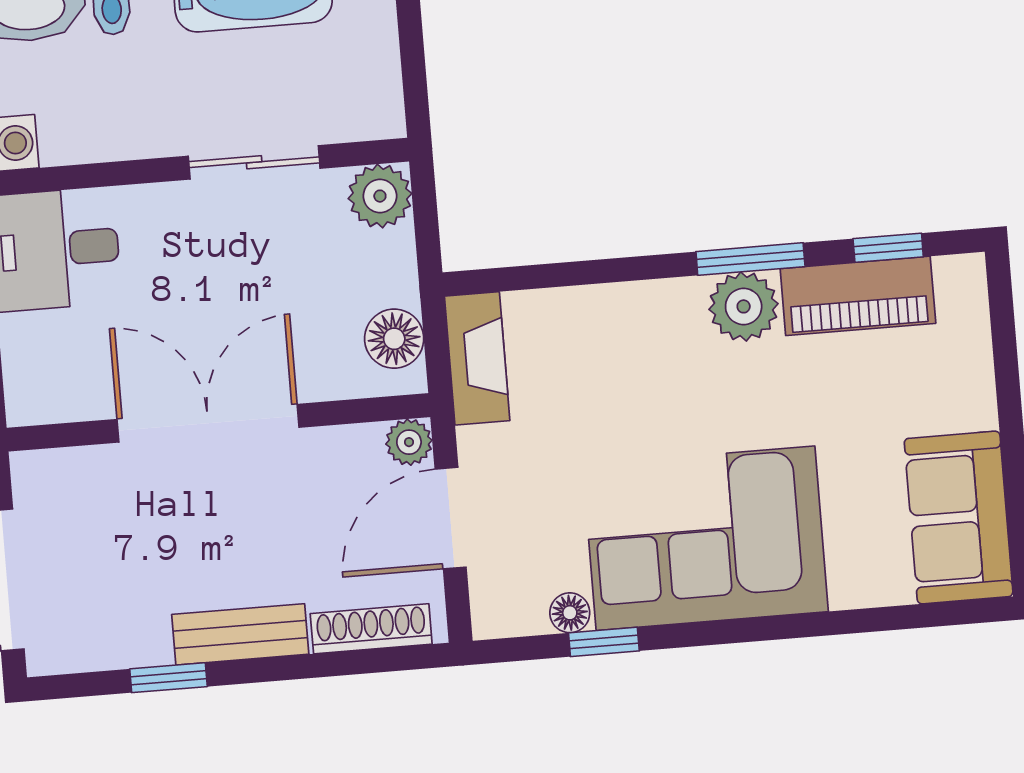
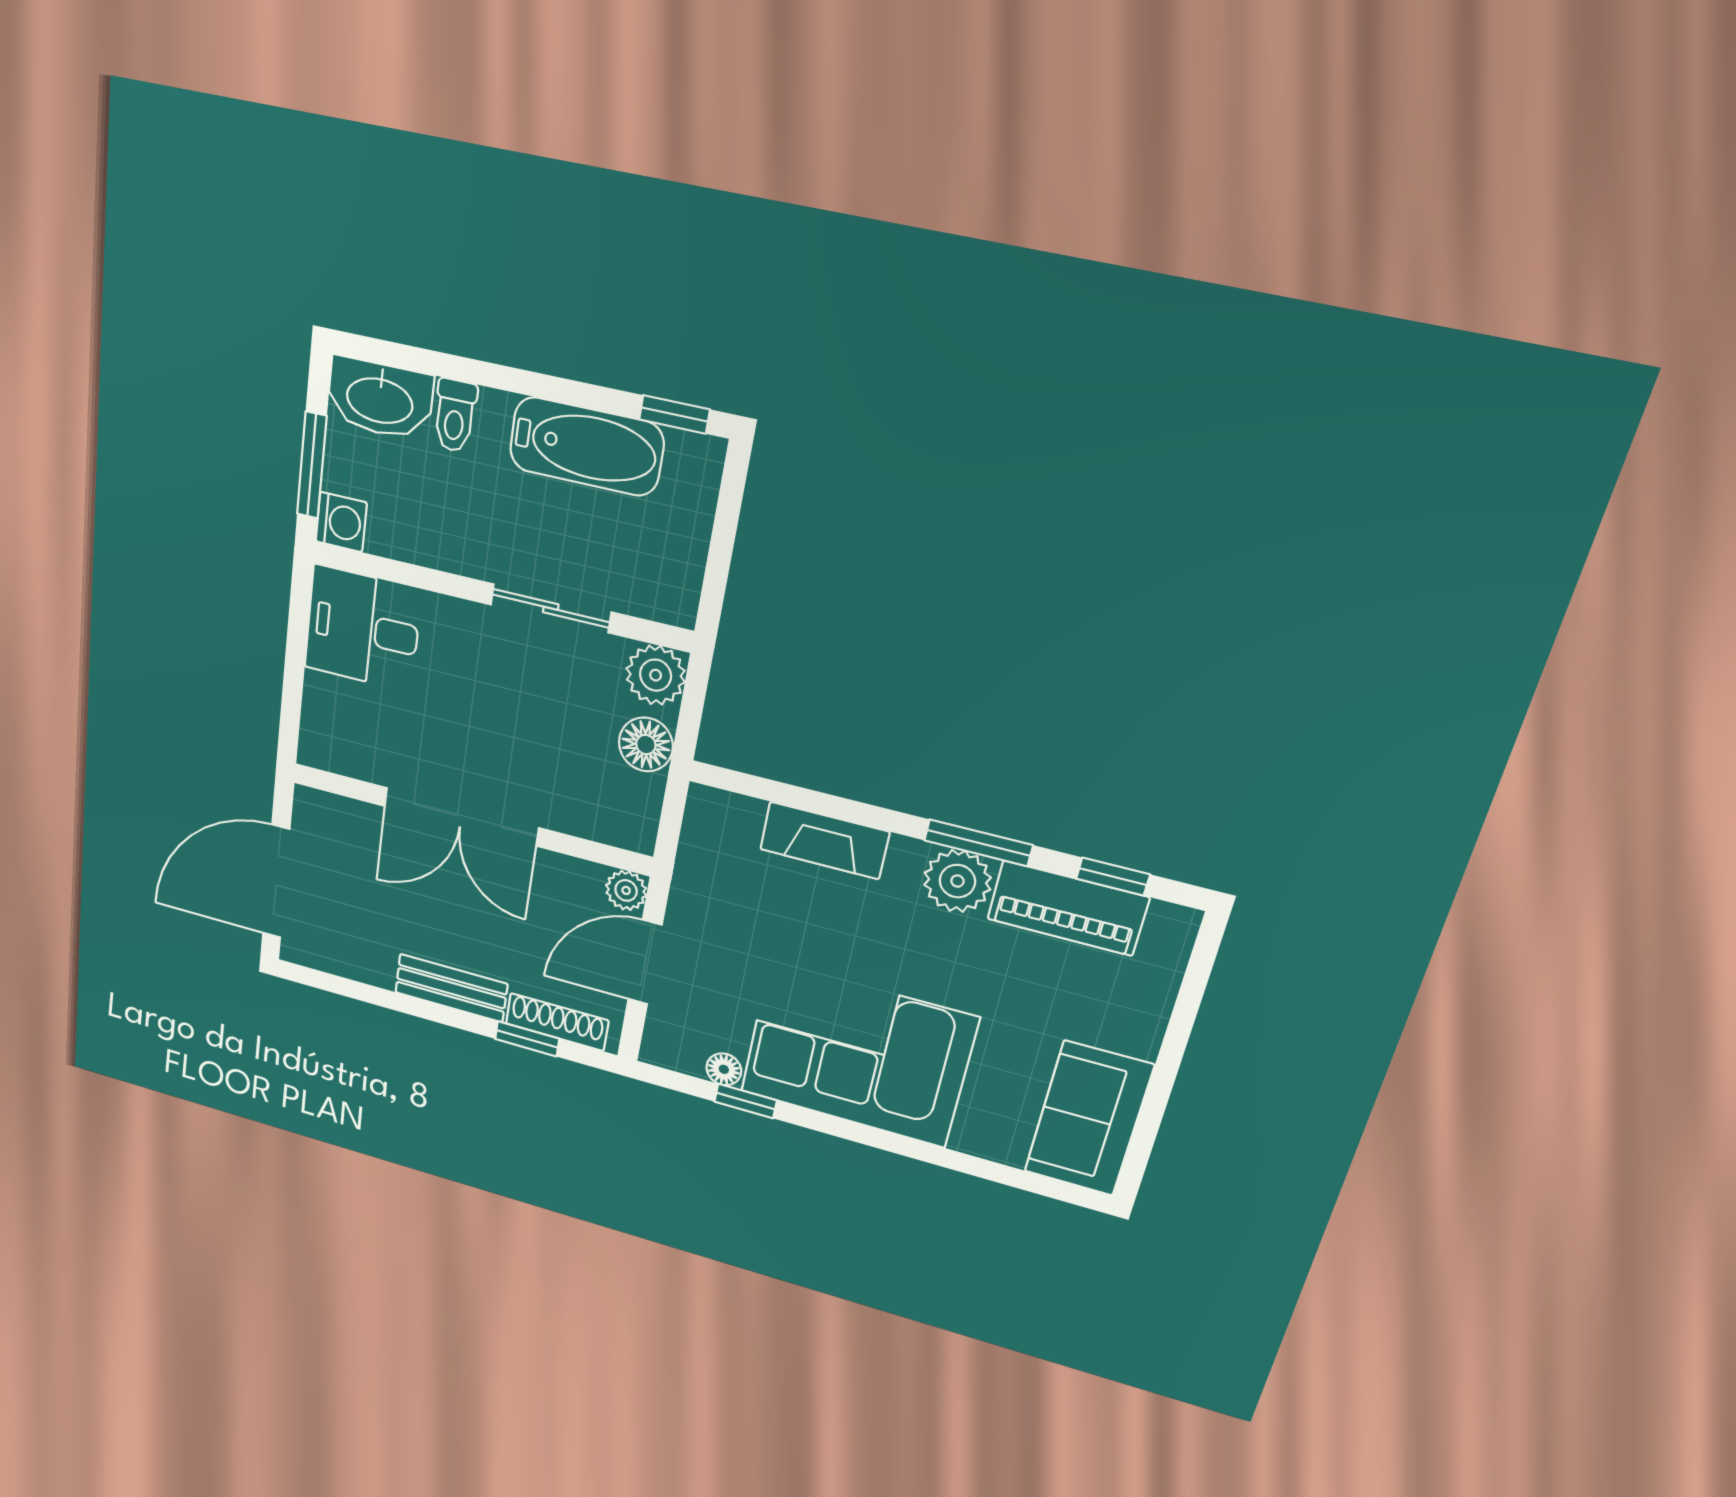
floor lamp: (394, 339) -> (646, 744), moved
fireplace: (477, 358) -> (824, 841), moved, turned 90
double door: (208, 423) -> (461, 817), swing flipped
window: (168, 678) -> (527, 1039), moved

